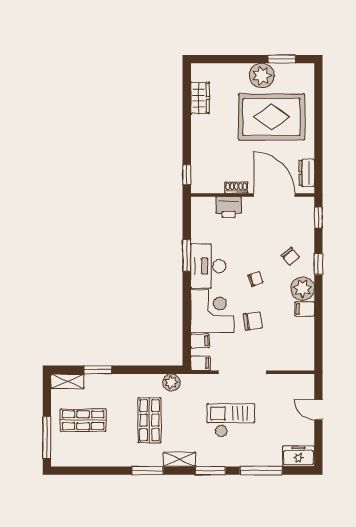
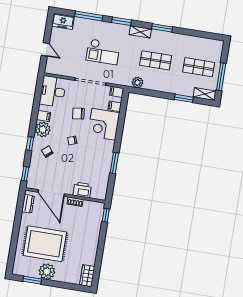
wardrobe: (200, 98) -> (87, 276), moved
desk: (208, 266) -> (53, 91), moved, turned 180
shop shelf: (149, 420) -> (156, 60), turned 90
window: (47, 438) -> (221, 77), moved

